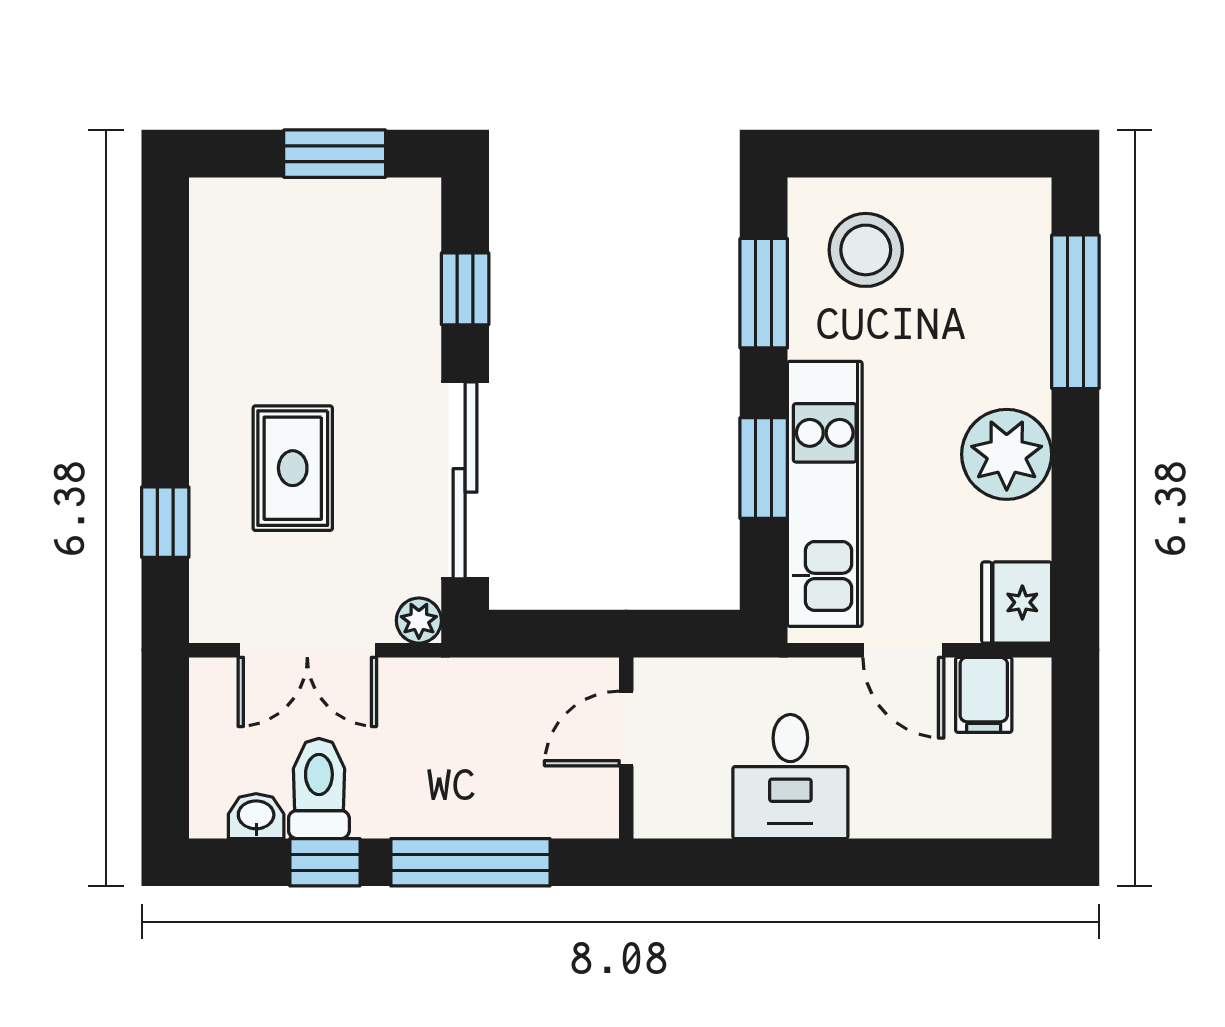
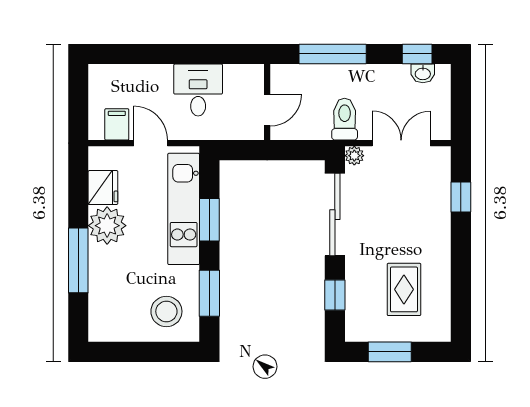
window: (1075, 312) -> (78, 260), moved
rug: (293, 468) -> (404, 289), moved
fridge: (1017, 602) -> (103, 188), moved
toilet: (319, 788) -> (345, 119), moved, turned 180
window: (325, 862) -> (417, 54), moved

